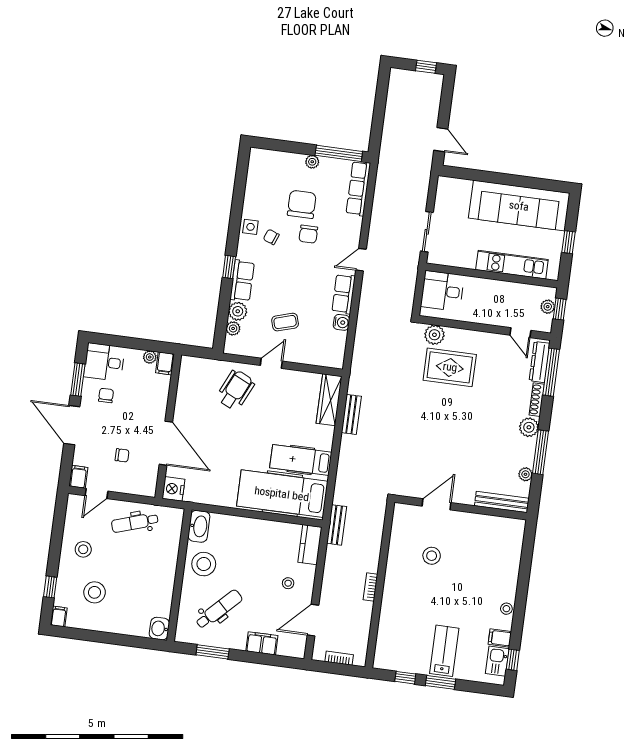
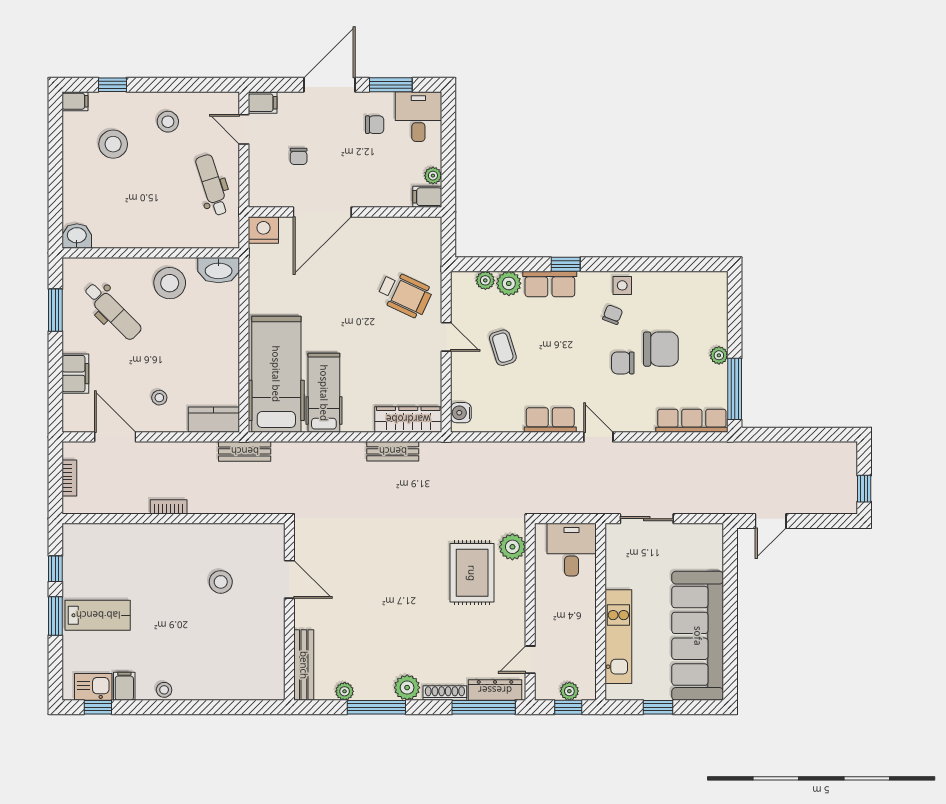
water cooler: (341, 322) -> (461, 413), moved, turned 90

